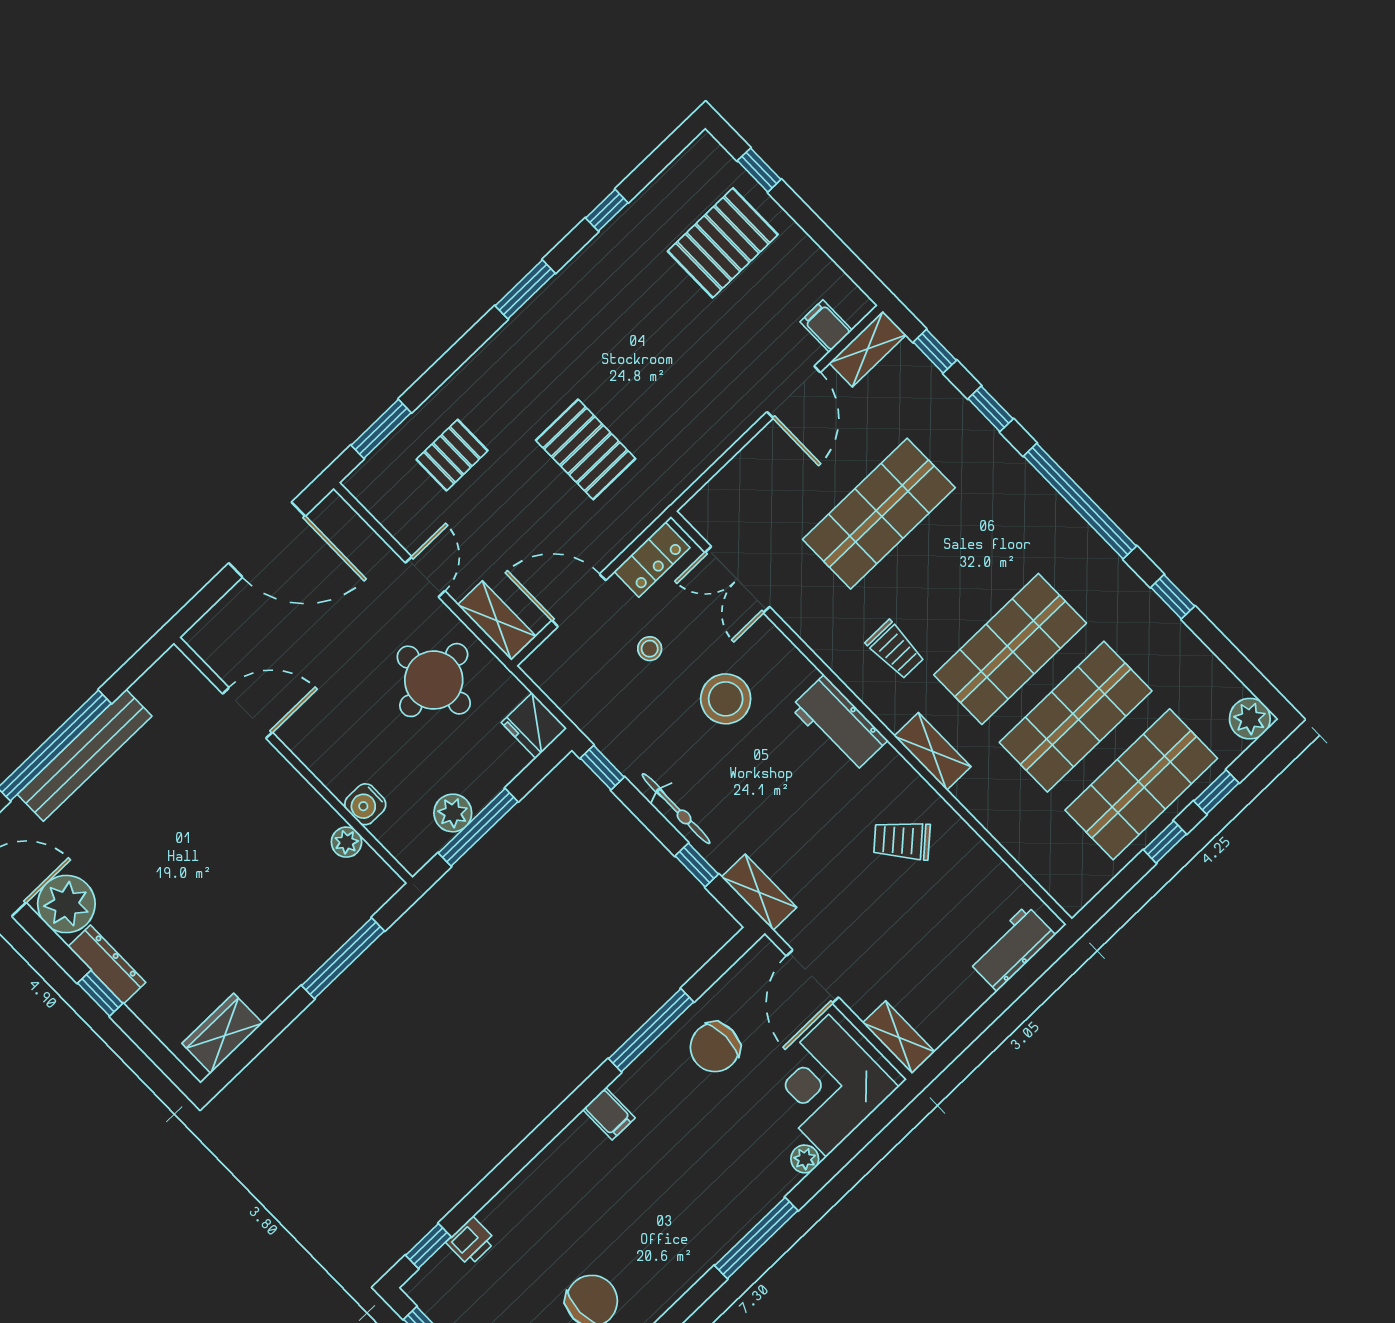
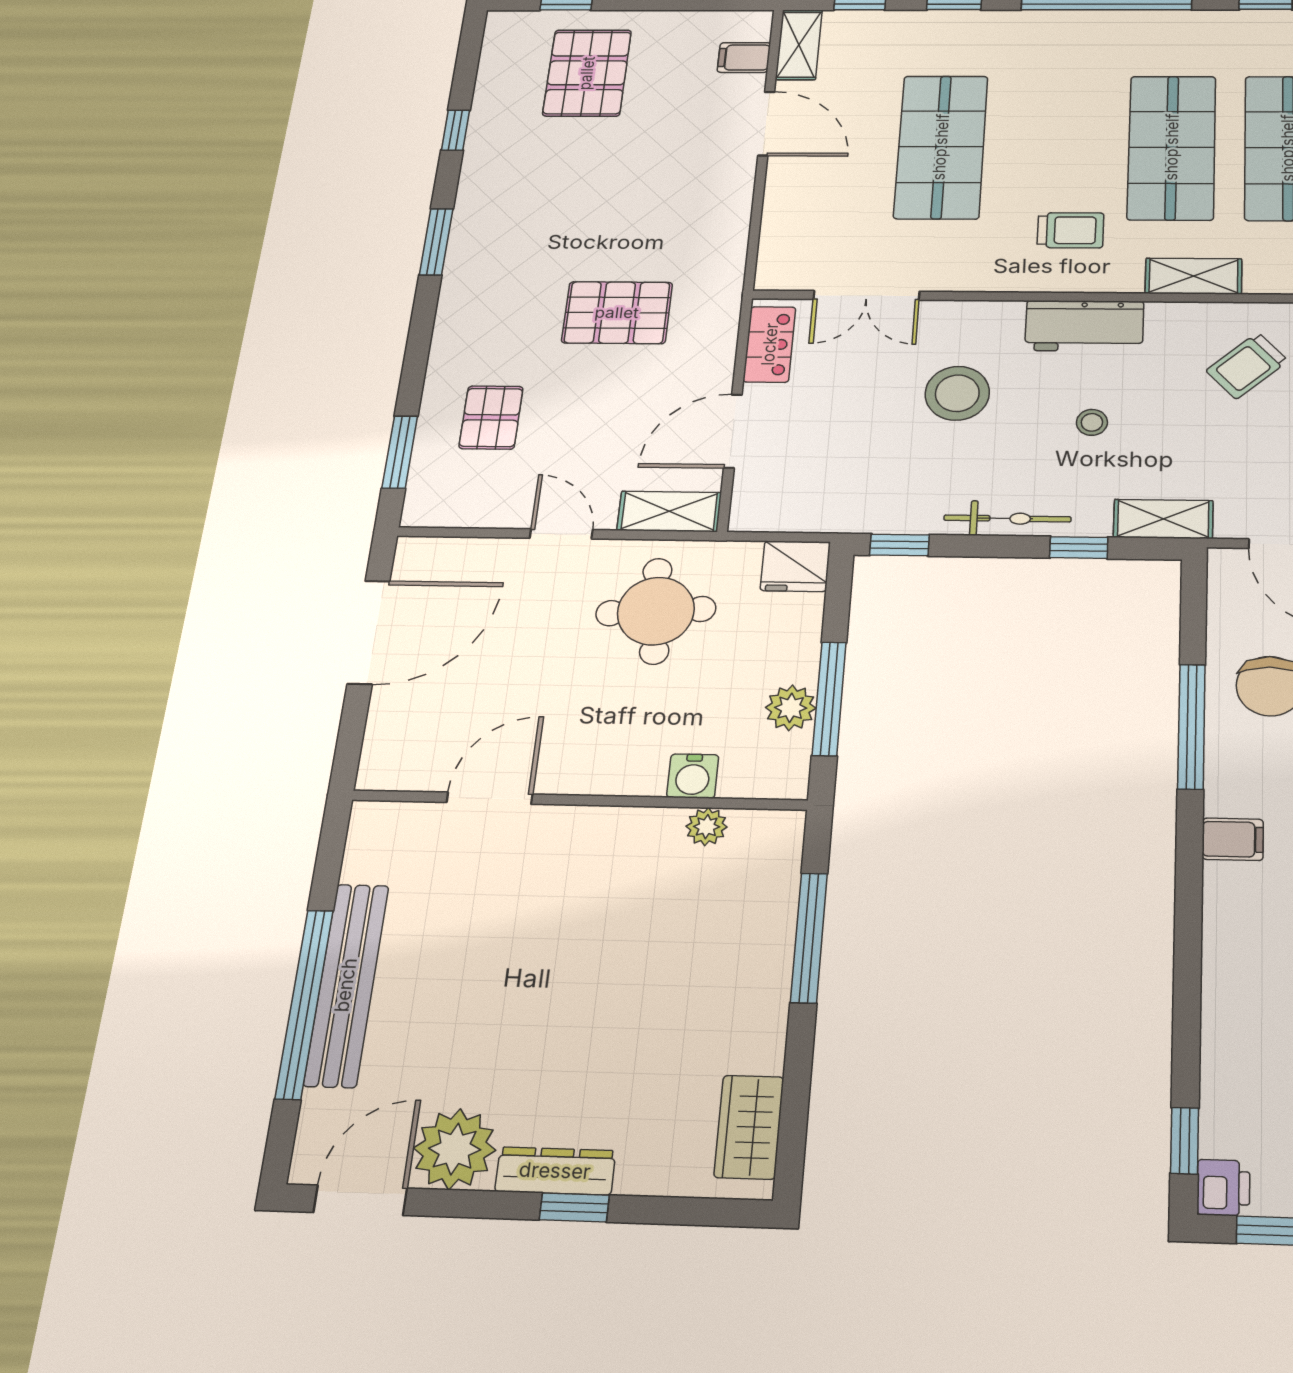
stool: (650, 649) -> (1092, 422), moved
printer: (471, 1241) -> (1223, 1188), moved

